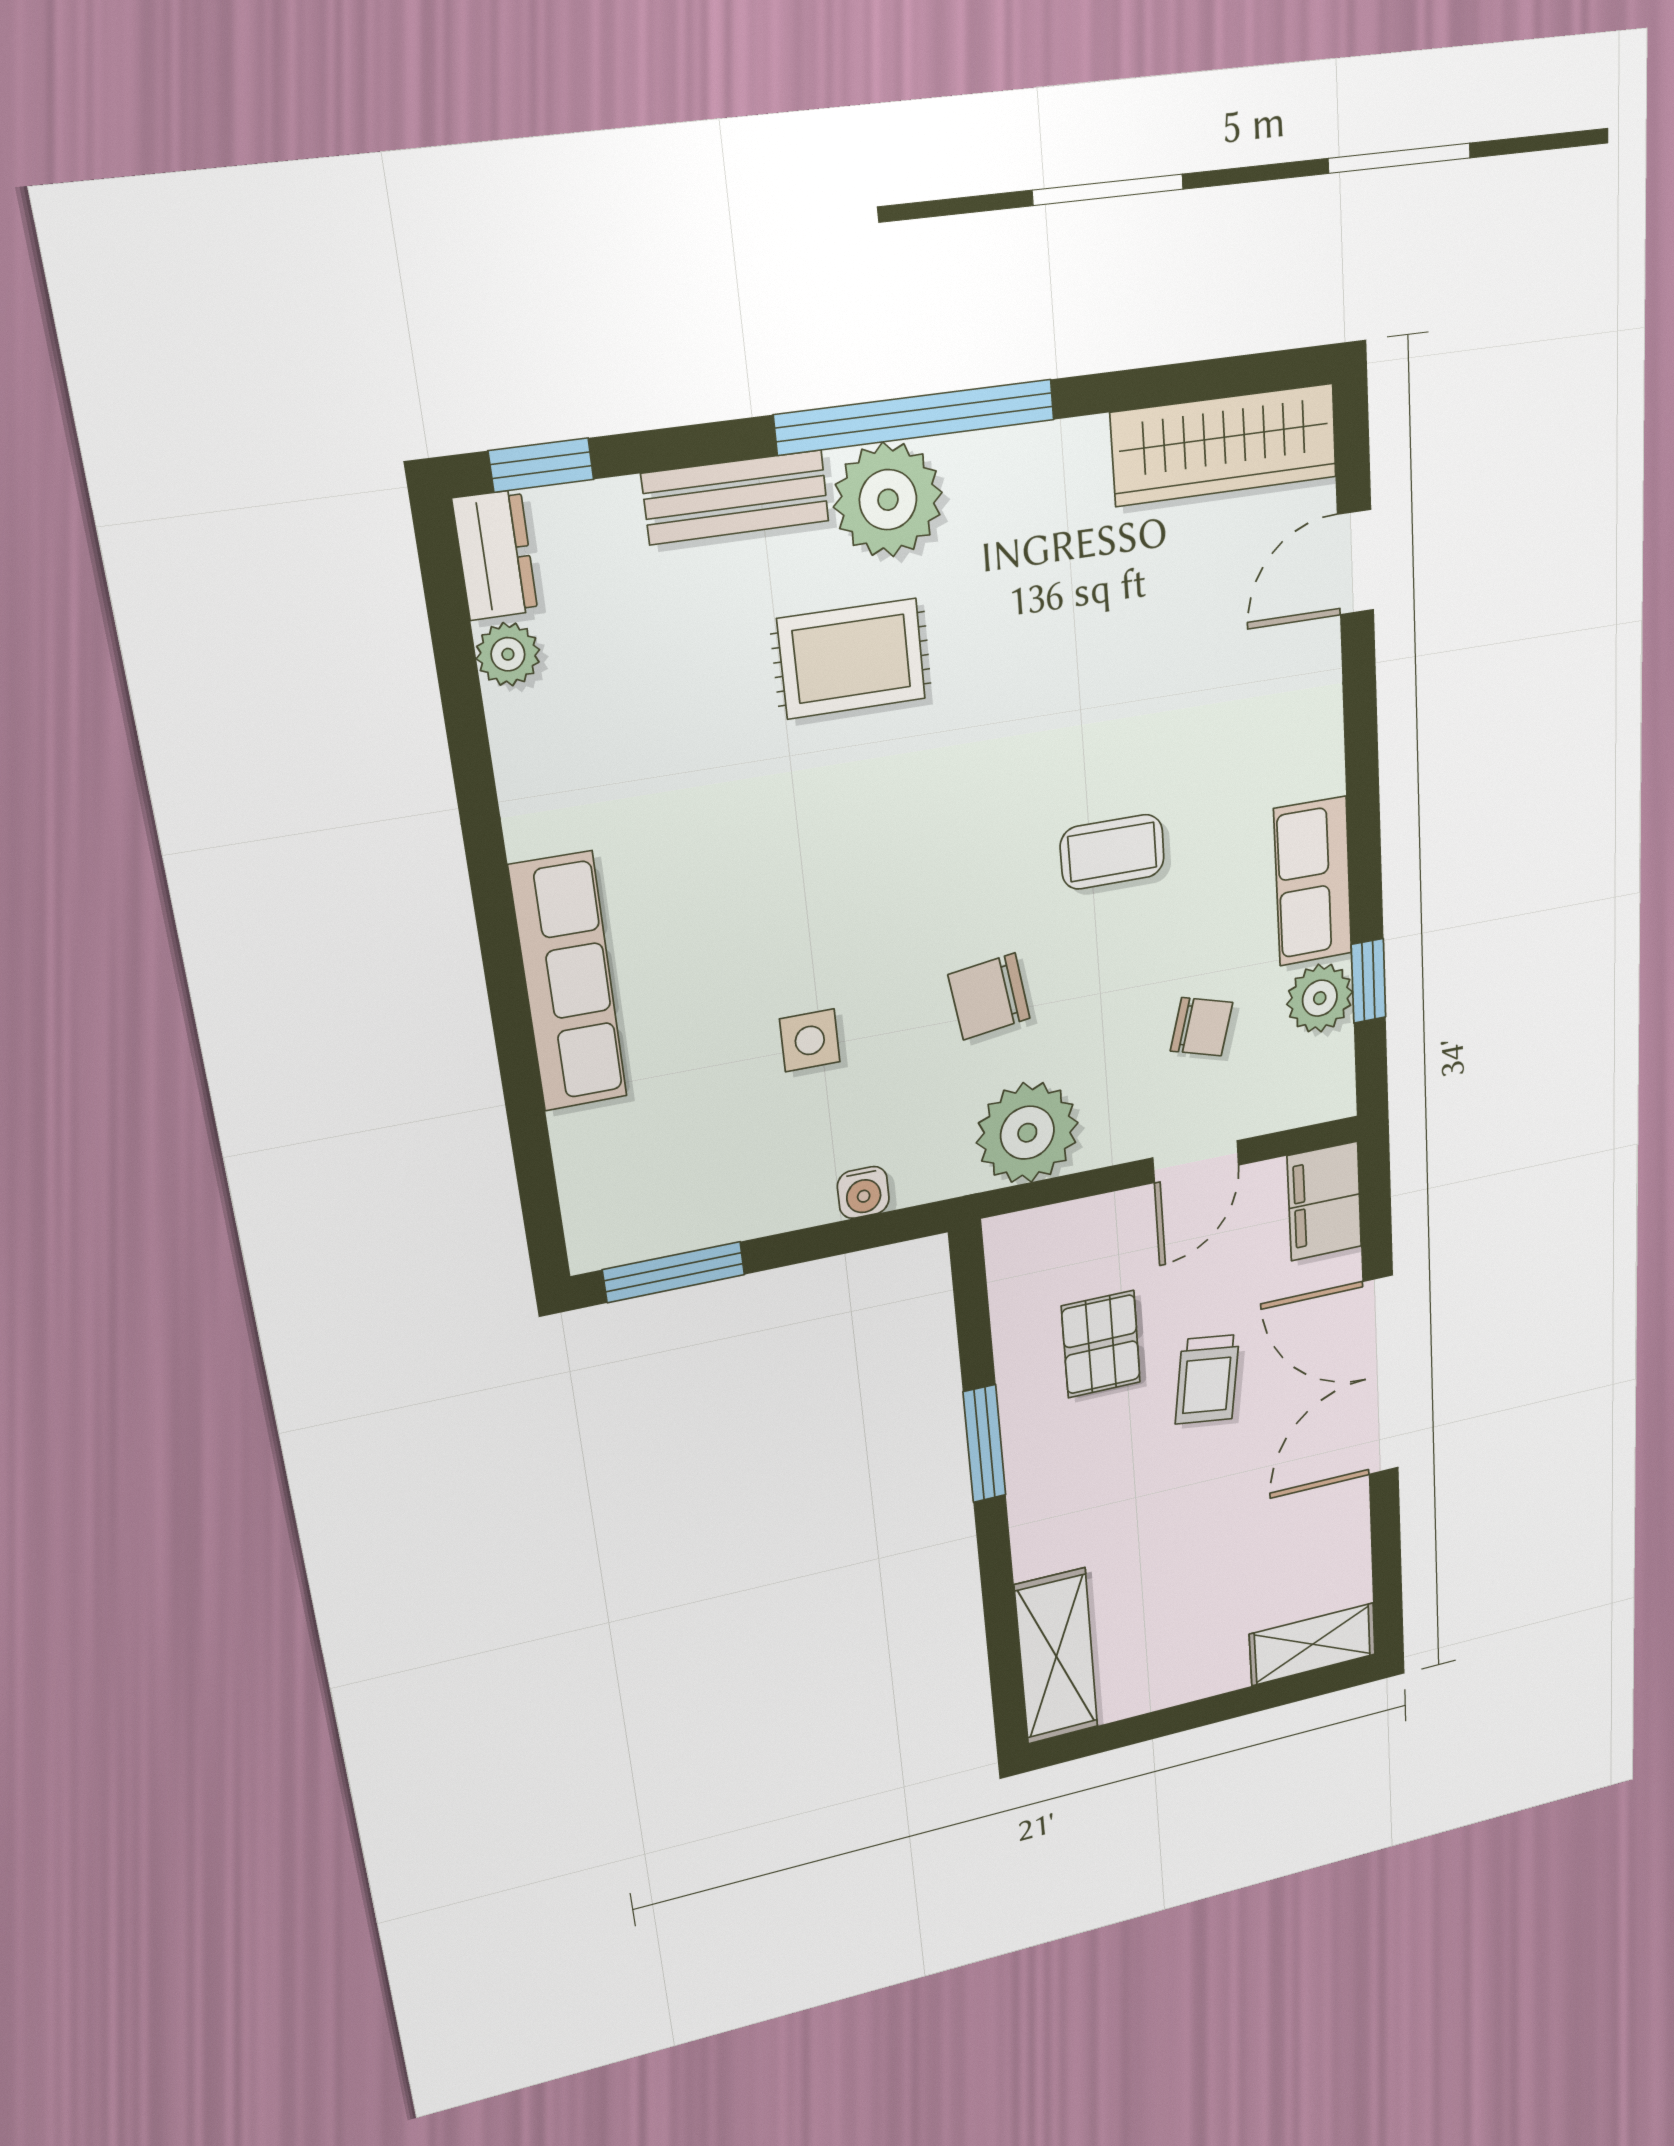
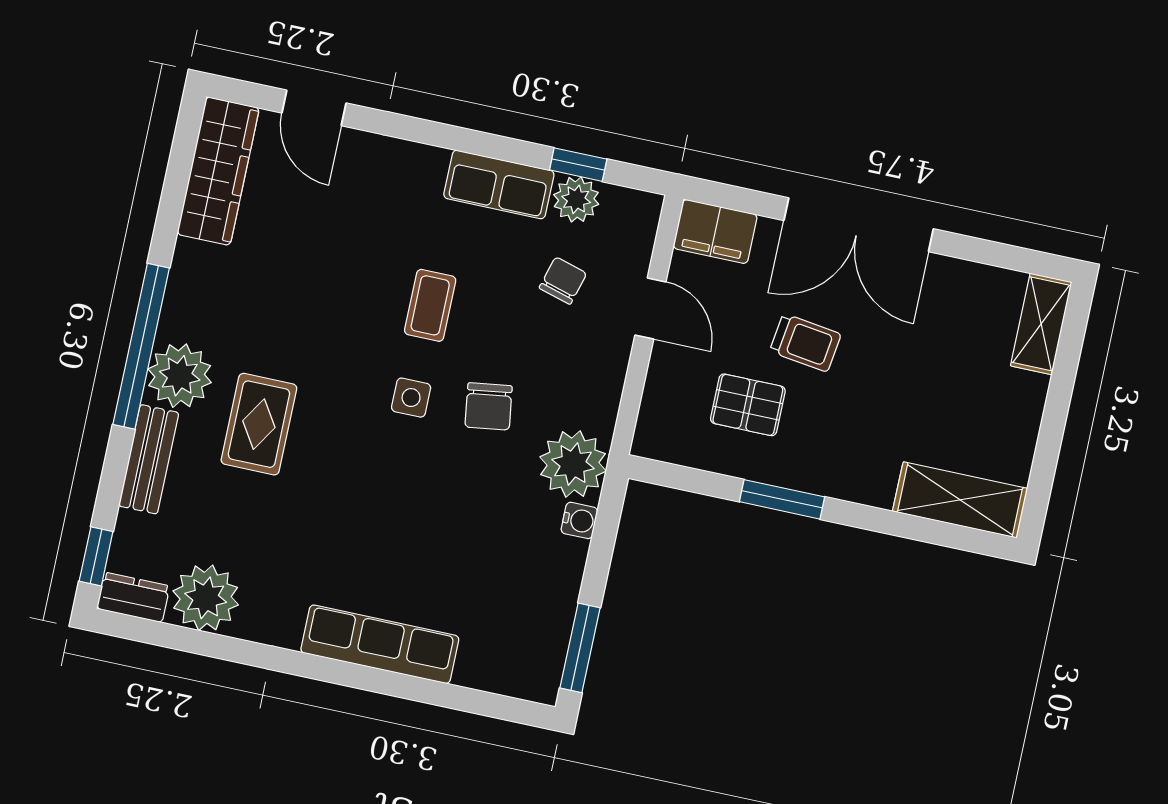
plant: (508, 654) -> (206, 598), width x1.88, depth x1.88
side table: (810, 1040) -> (411, 398), moved
plant: (1027, 1133) -> (573, 464), moved

